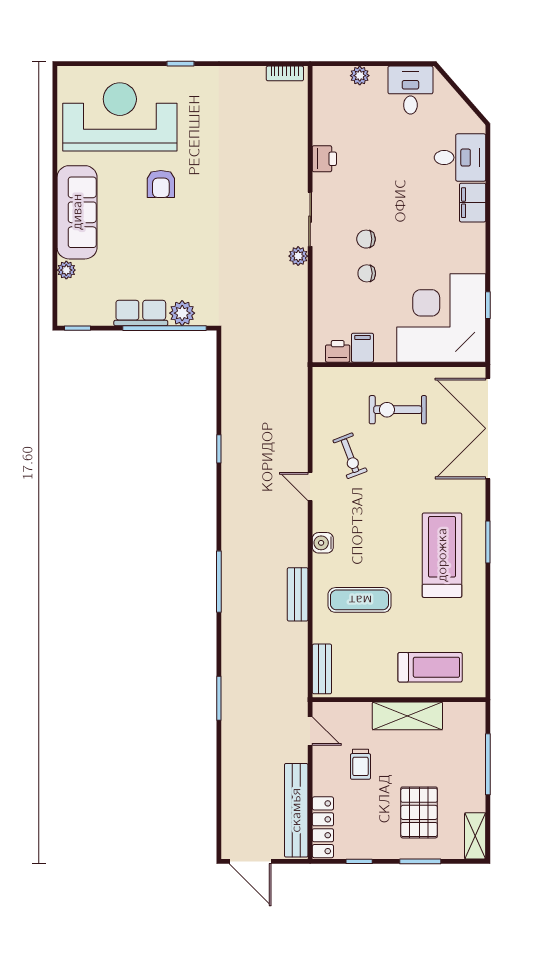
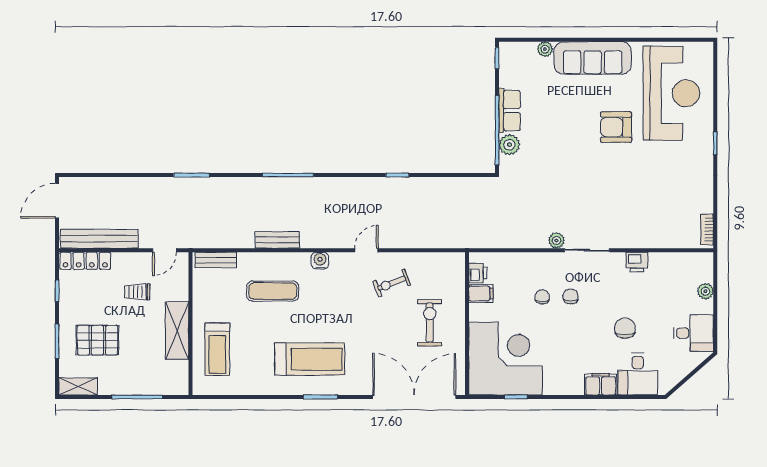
chair: (405, 173) -> (625, 328), added
armchair: (161, 184) -> (616, 127), width x1.38, depth x1.38
exercise mat: (360, 600) -> (273, 291), turned 90

